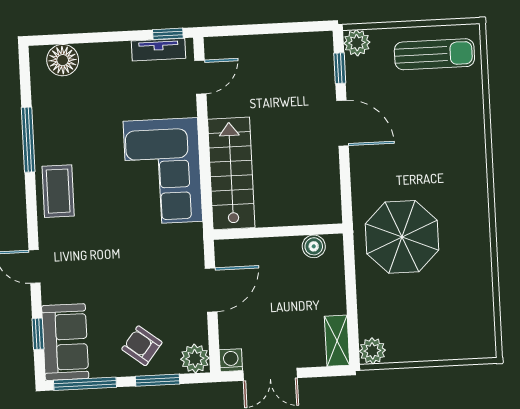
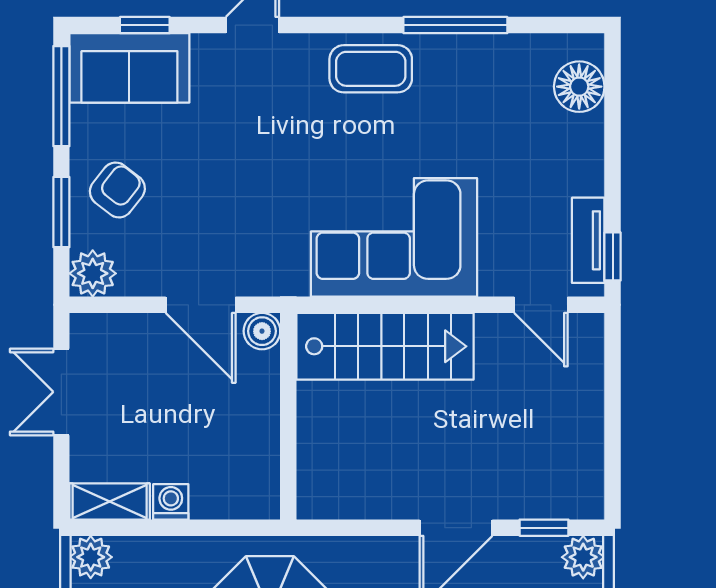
boiler: (314, 246) -> (262, 331), moved
washing machine: (231, 360) -> (171, 502), moved, turned -90

